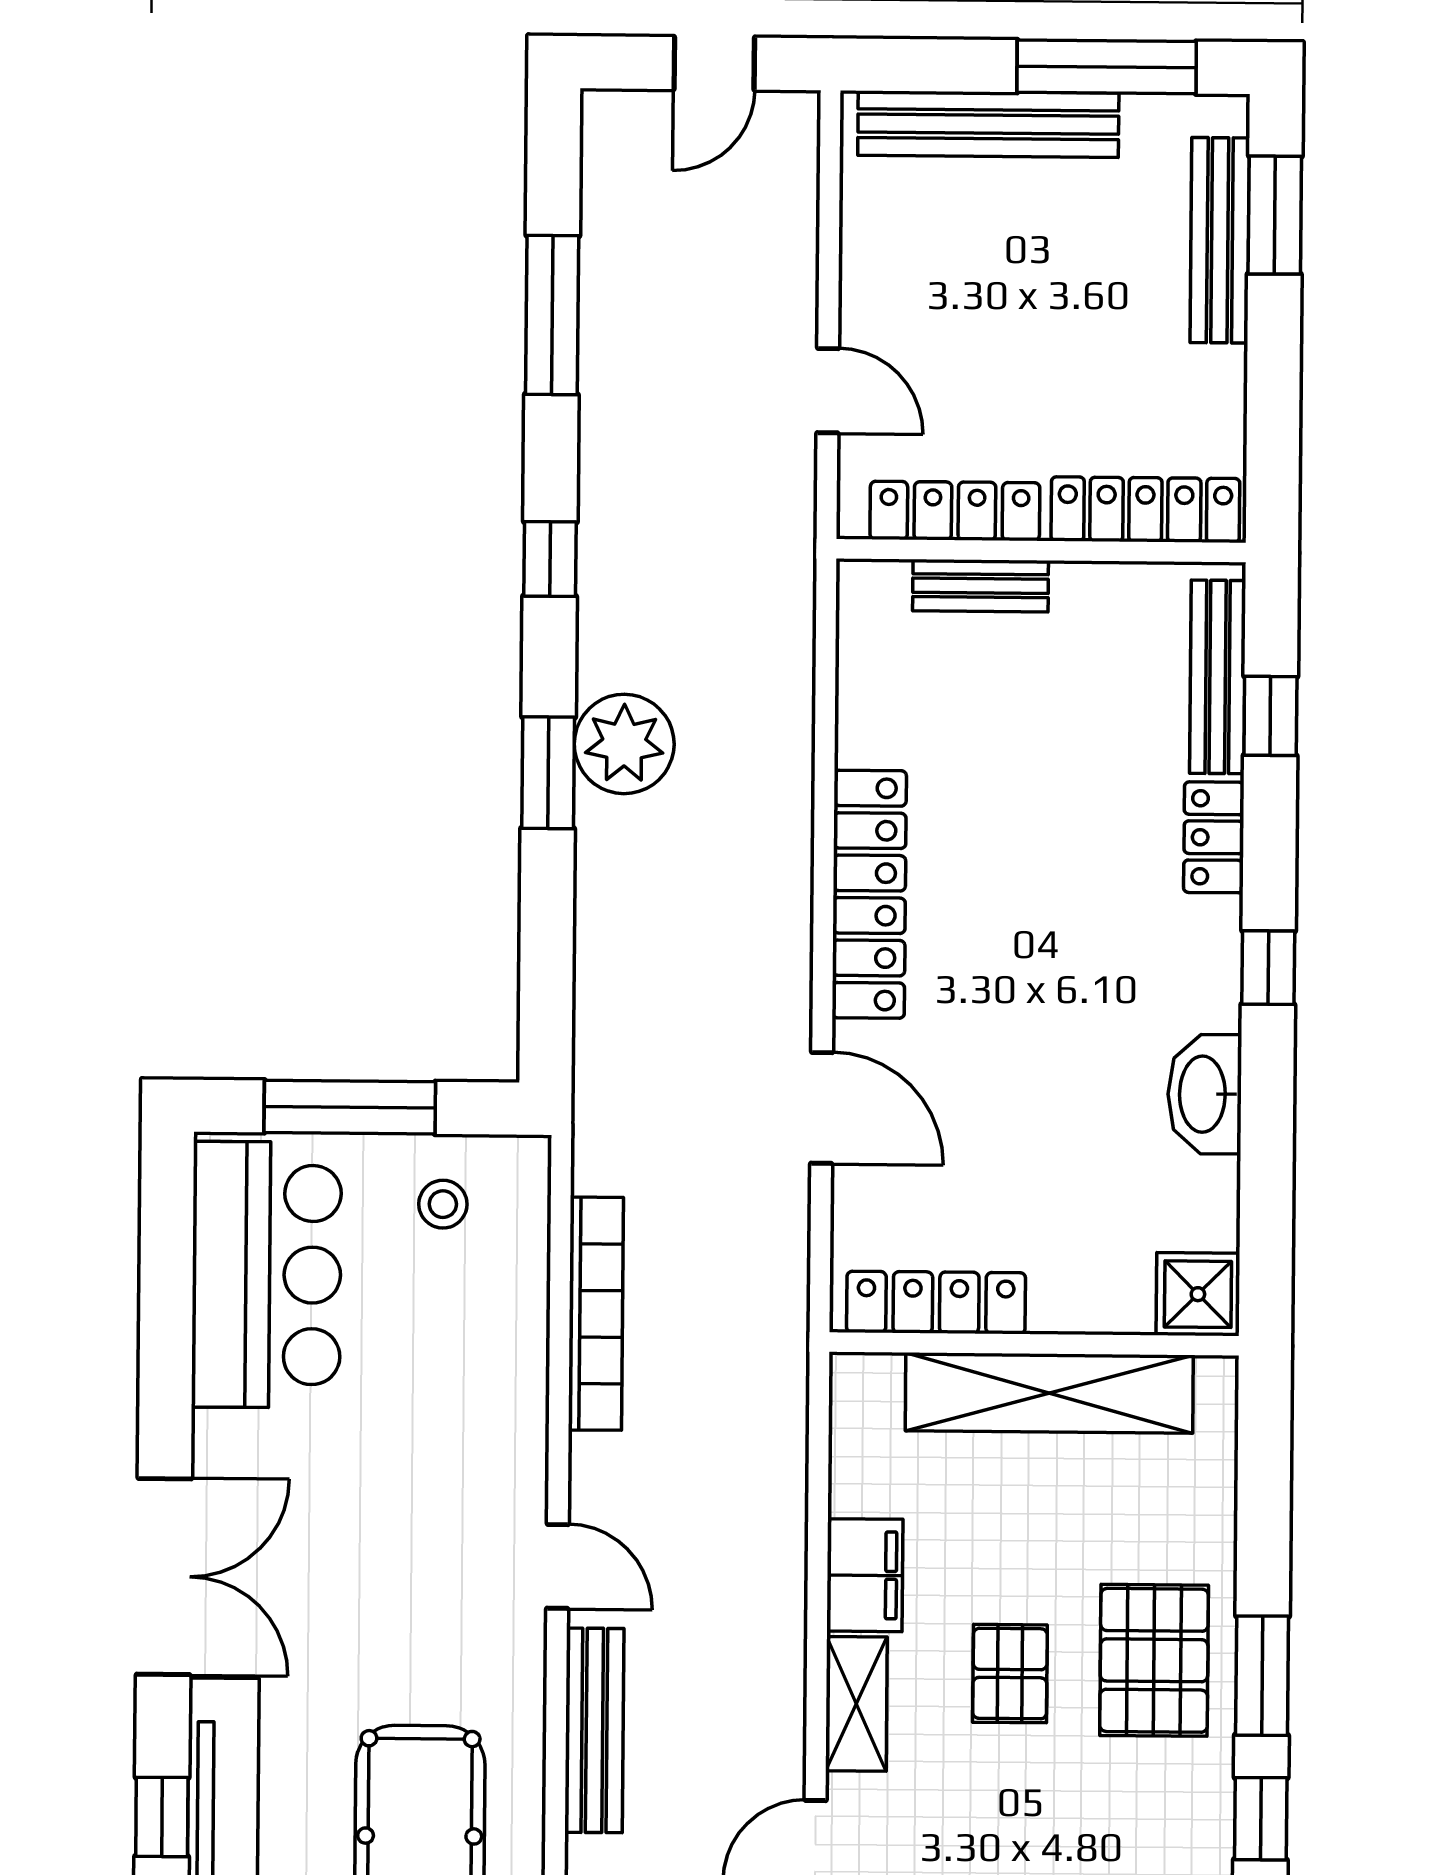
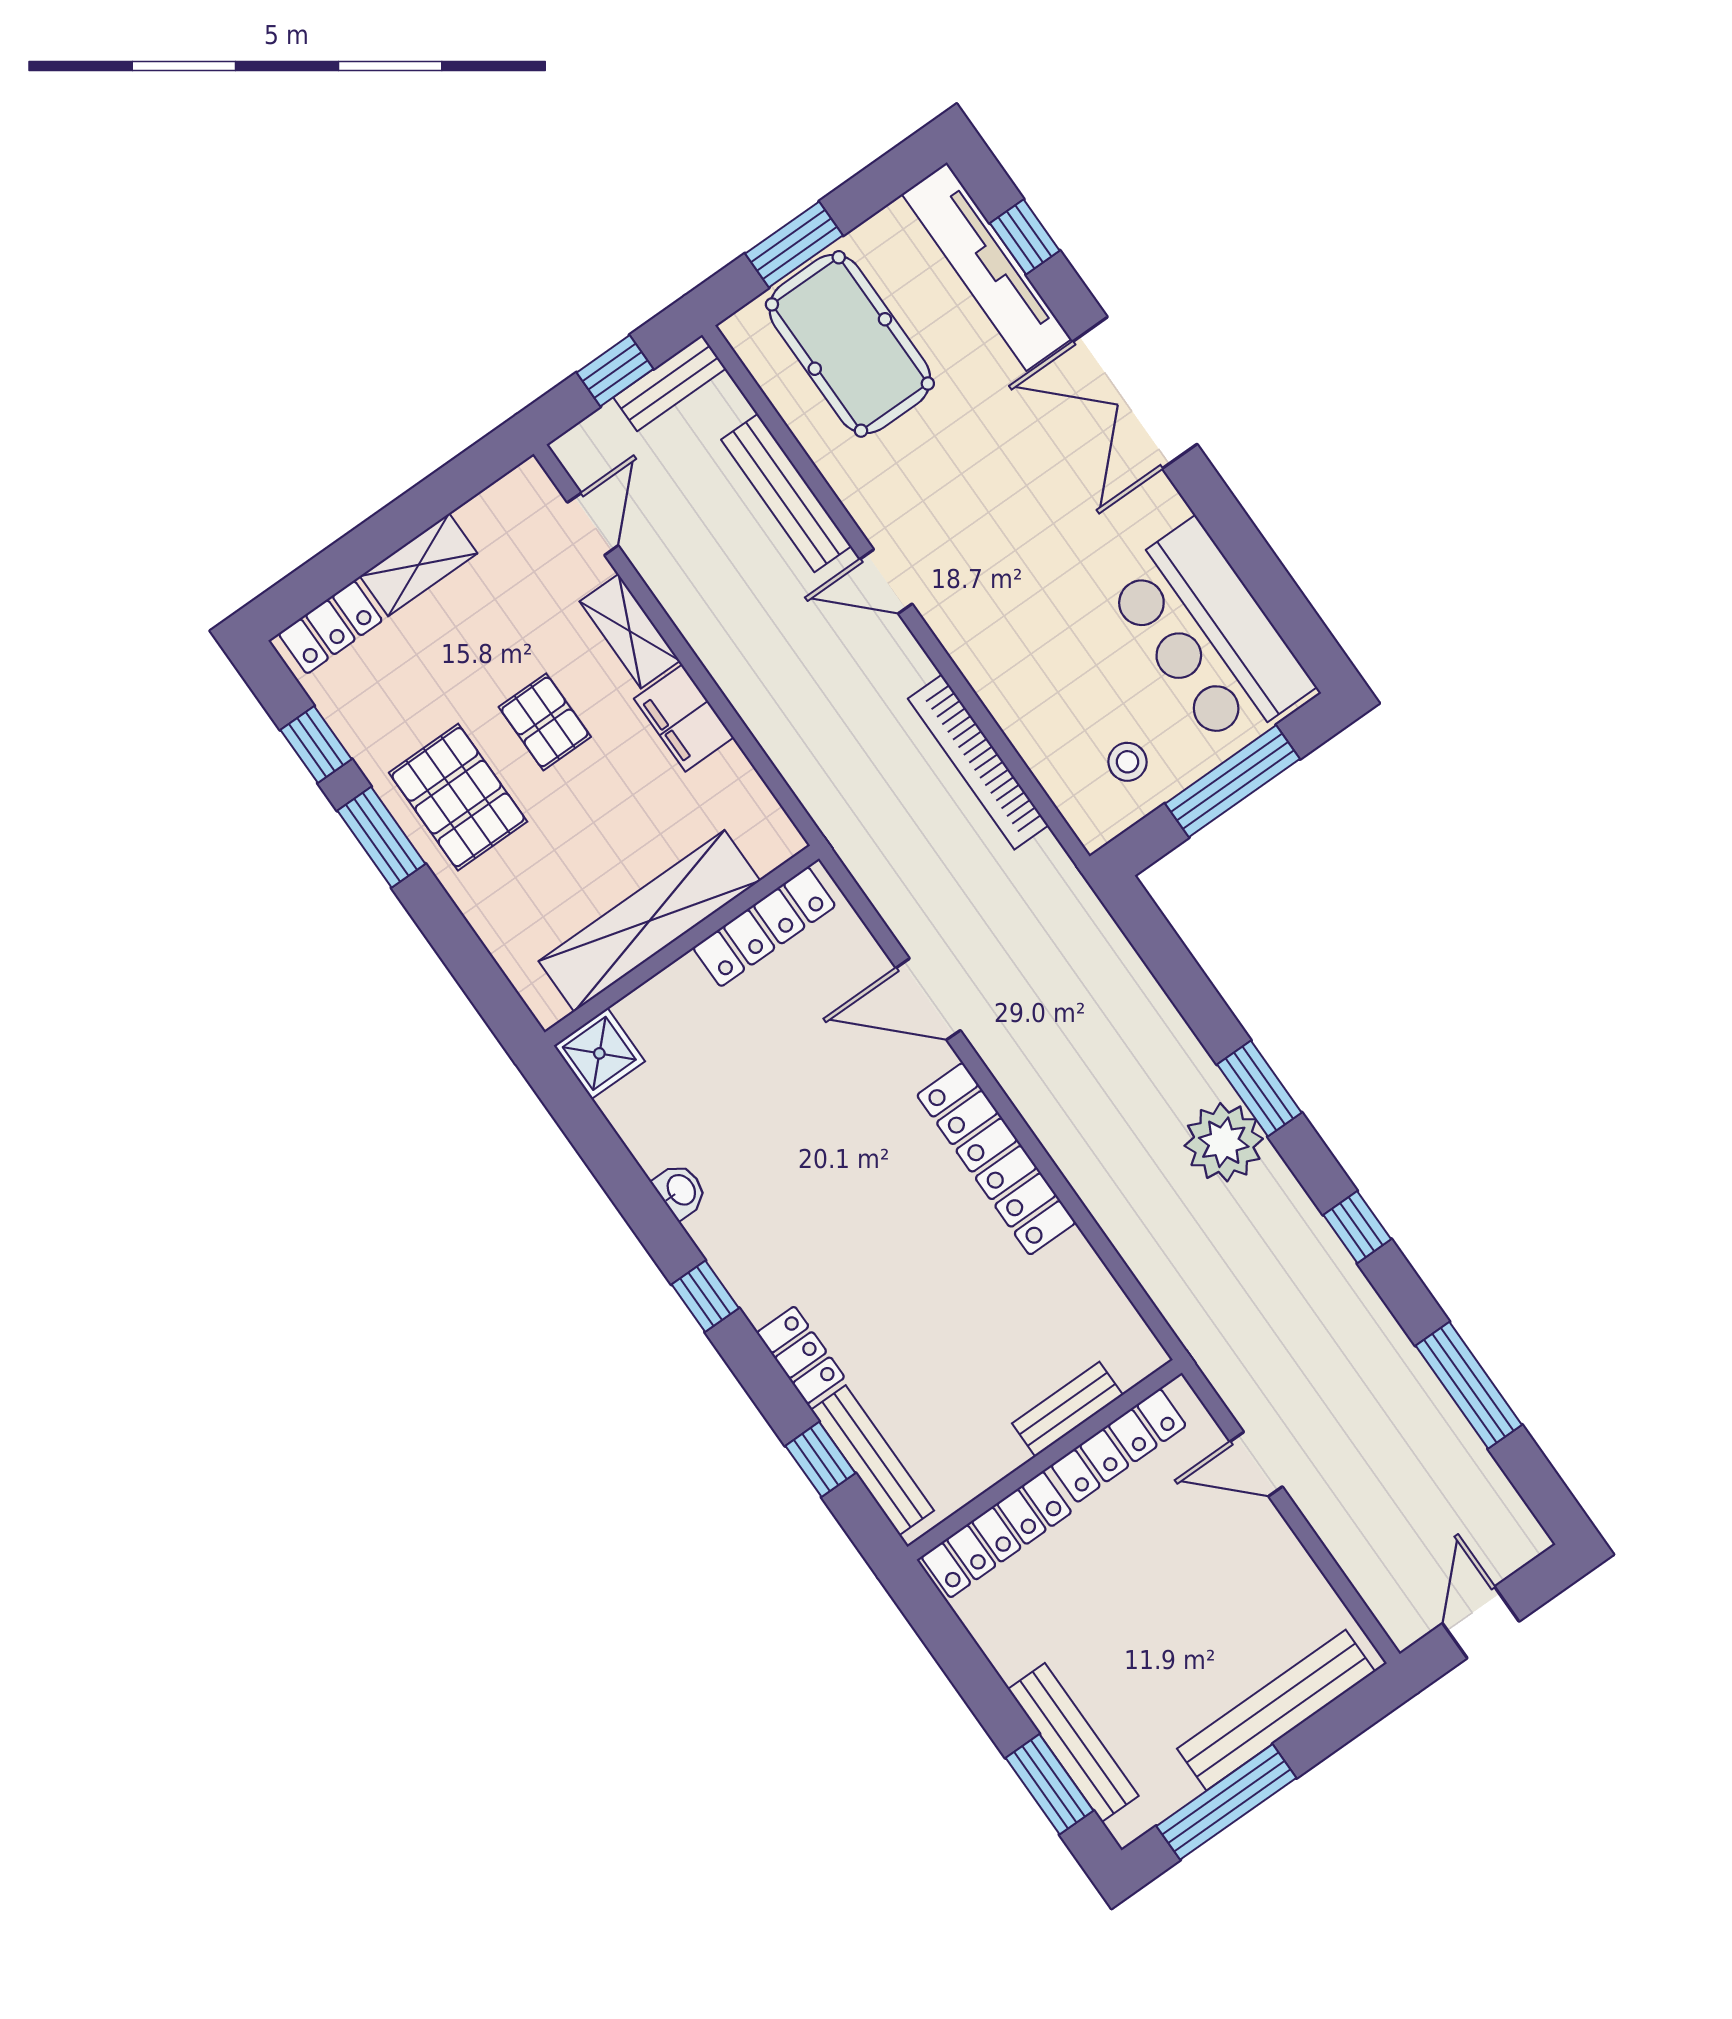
washbasin: (1205, 1094) -> (680, 1190), width x0.52, depth x0.69

